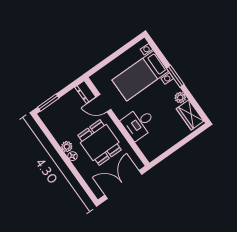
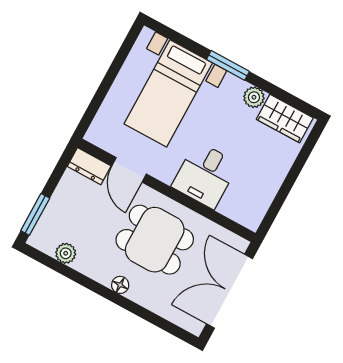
door: (104, 103) -> (129, 170), hinge flipped
plant: (67, 147) -> (66, 253), moved

